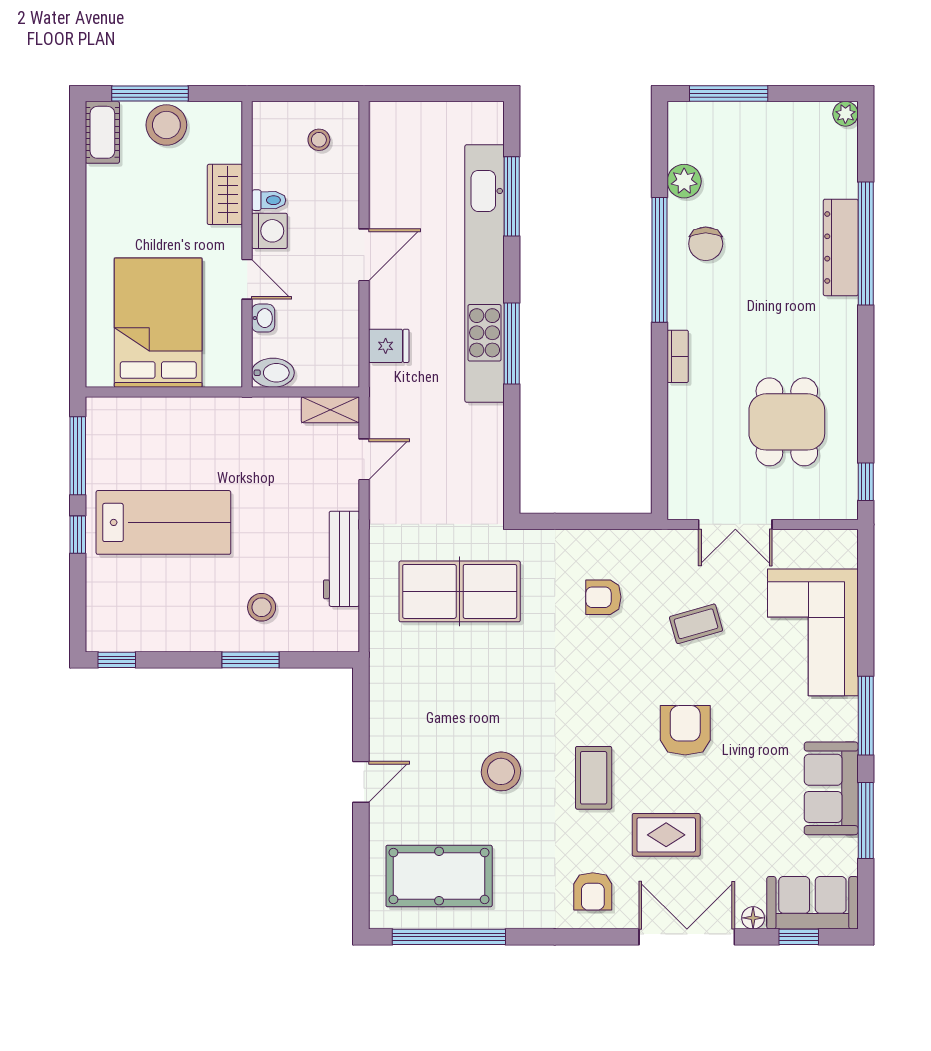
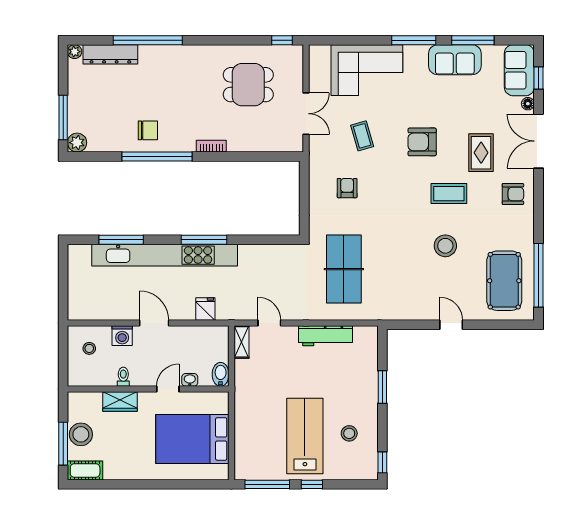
plant: (684, 181) -> (77, 143), moved
washing machine: (269, 231) -> (122, 336), moved, turned 180
dresser: (841, 247) -> (110, 54), moved
armchair: (603, 597) -> (347, 188), turned 180
stool: (262, 607) -> (349, 433), moved

